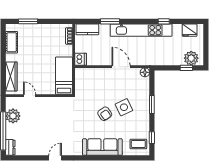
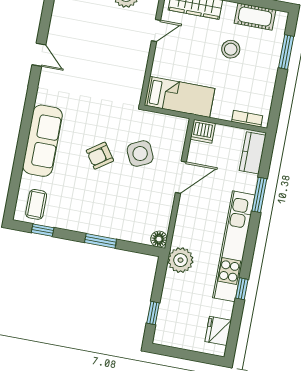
stool: (32, 52) -> (231, 49), added
plant: (191, 58) -> (180, 260), moved
door: (121, 67) -> (181, 177), moved
side table: (124, 107) -> (140, 154), moved

